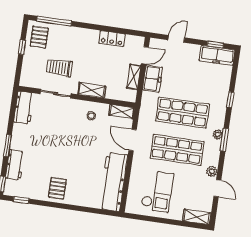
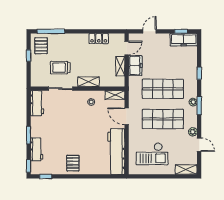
checkout: (157, 191) -> (152, 154), turned 90

